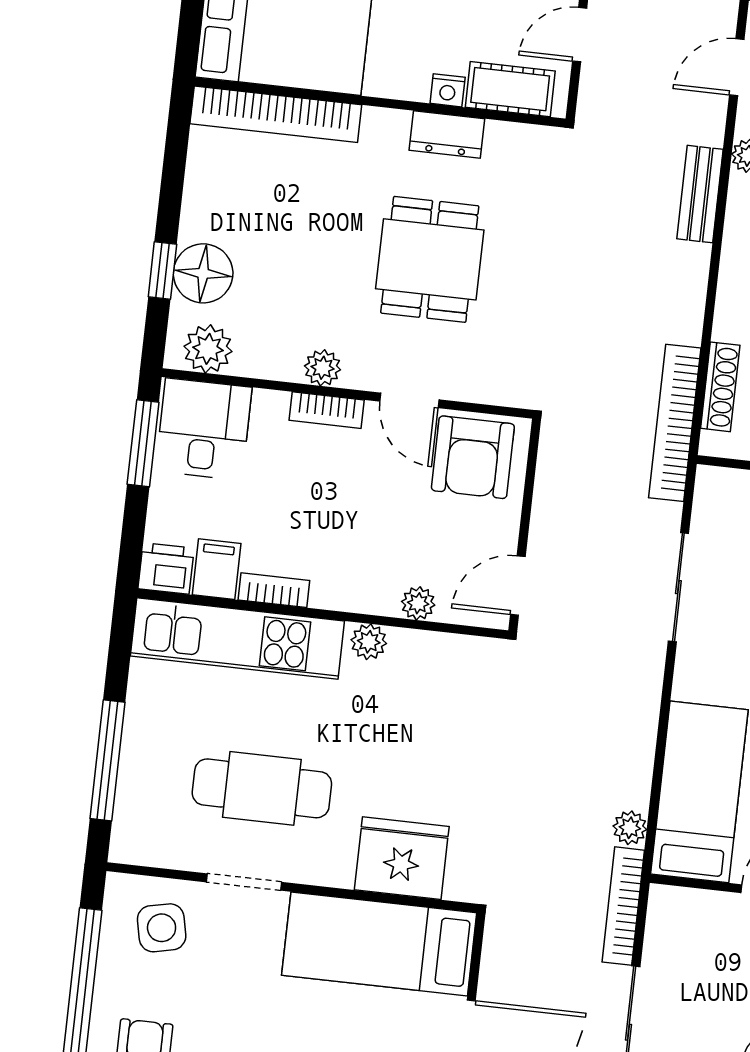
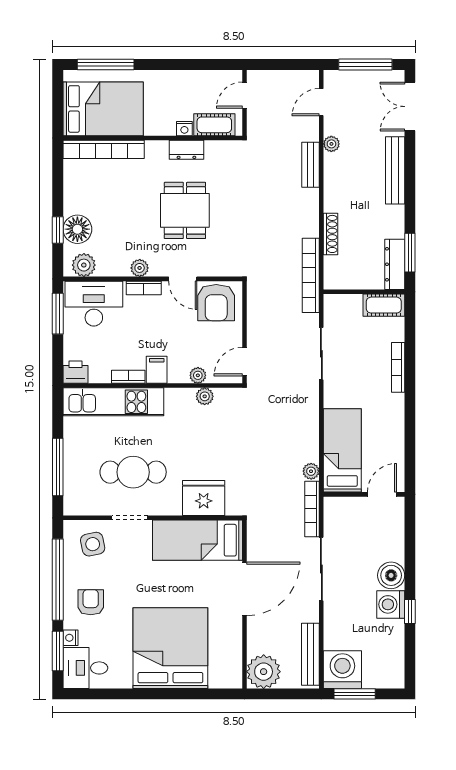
shoe rack: (720, 387) -> (331, 234), moved
desk: (204, 429) -> (94, 304), width x1.37
filing cabinet: (217, 569) -> (157, 370), moved
plant: (369, 642) -> (205, 396), moved

